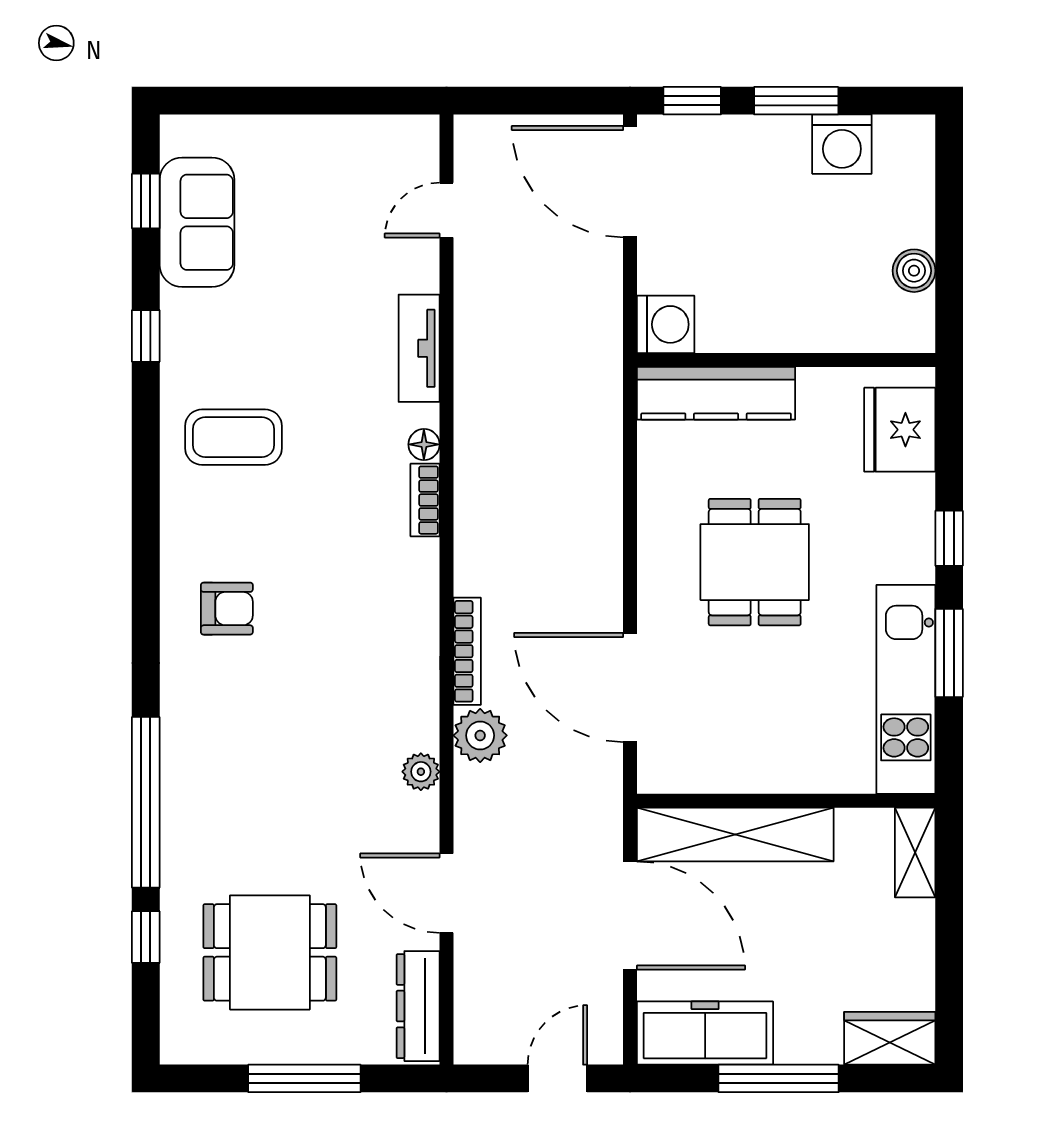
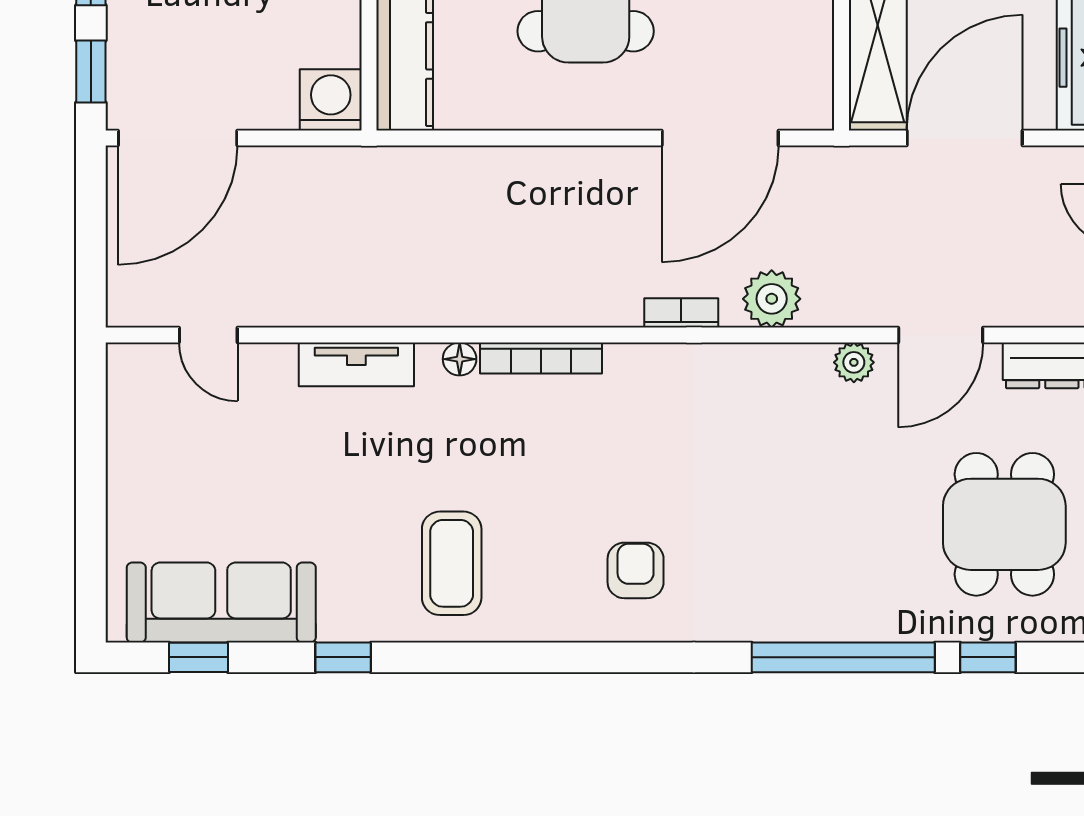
sofa: (197, 222) -> (221, 603), width x1.36
bookcase: (425, 500) -> (541, 358), width x1.56
bookcase: (467, 651) -> (681, 313), width x0.64
plant: (421, 772) -> (854, 362), moved

